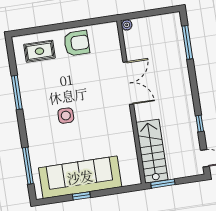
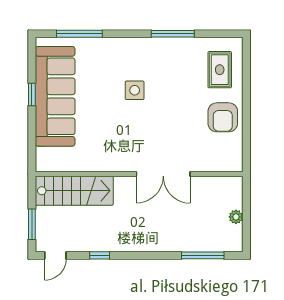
plant: (127, 25) -> (236, 217), moved
window: (163, 184) -> (32, 224), moved

